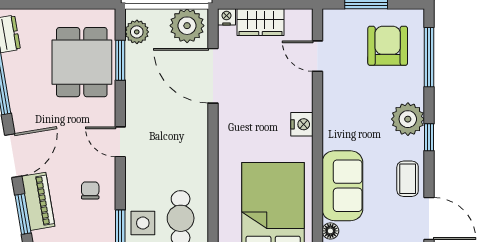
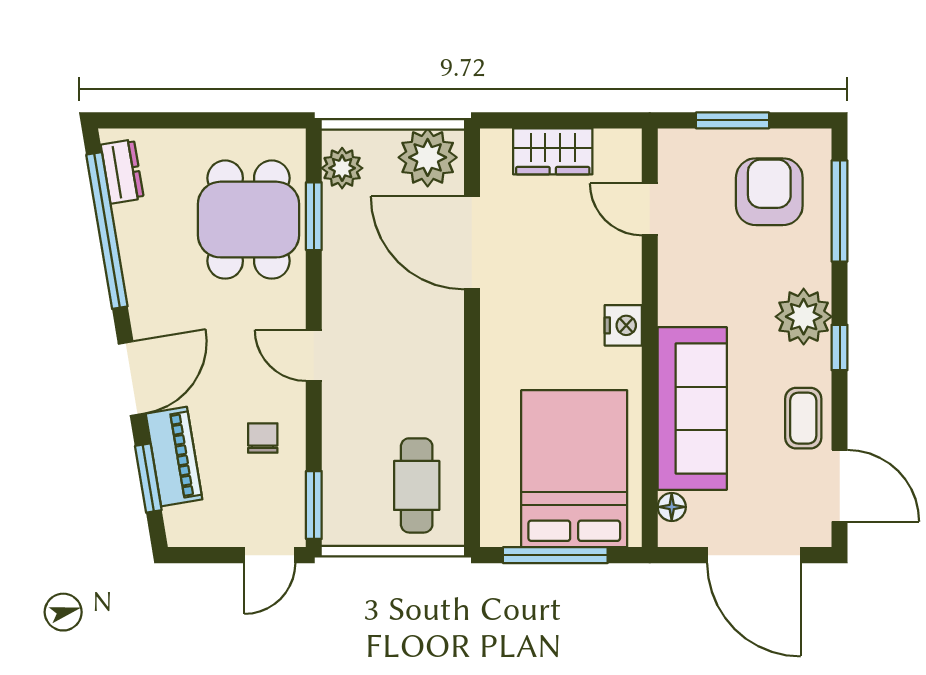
nightstand: (226, 17) -> (495, 142), removed
sofa: (342, 186) -> (692, 408), width x1.36
side table: (143, 223) -> (352, 494), removed

